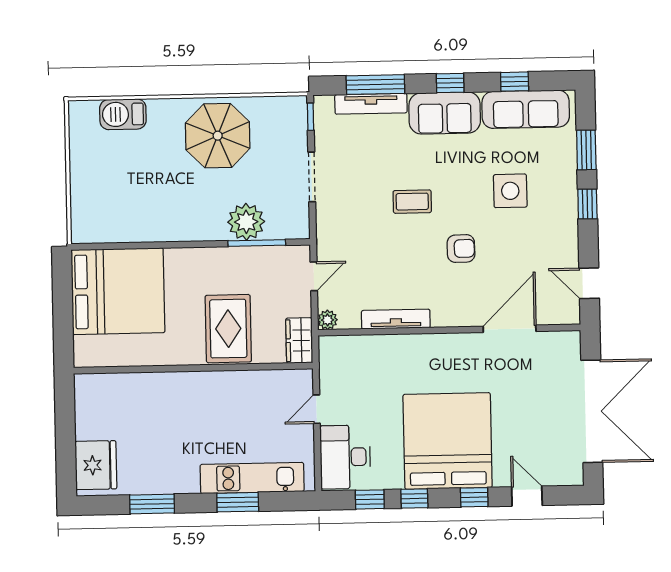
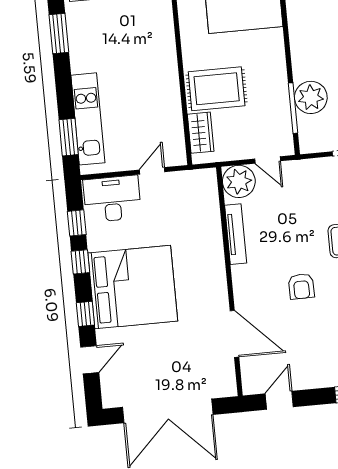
plant: (327, 320) -> (239, 181), width x1.88, depth x1.88
wardrobe: (299, 340) -> (201, 133), moved, turned 90
door: (317, 409) -> (152, 171), hinge flipped
window: (238, 502) -> (69, 137), moved

